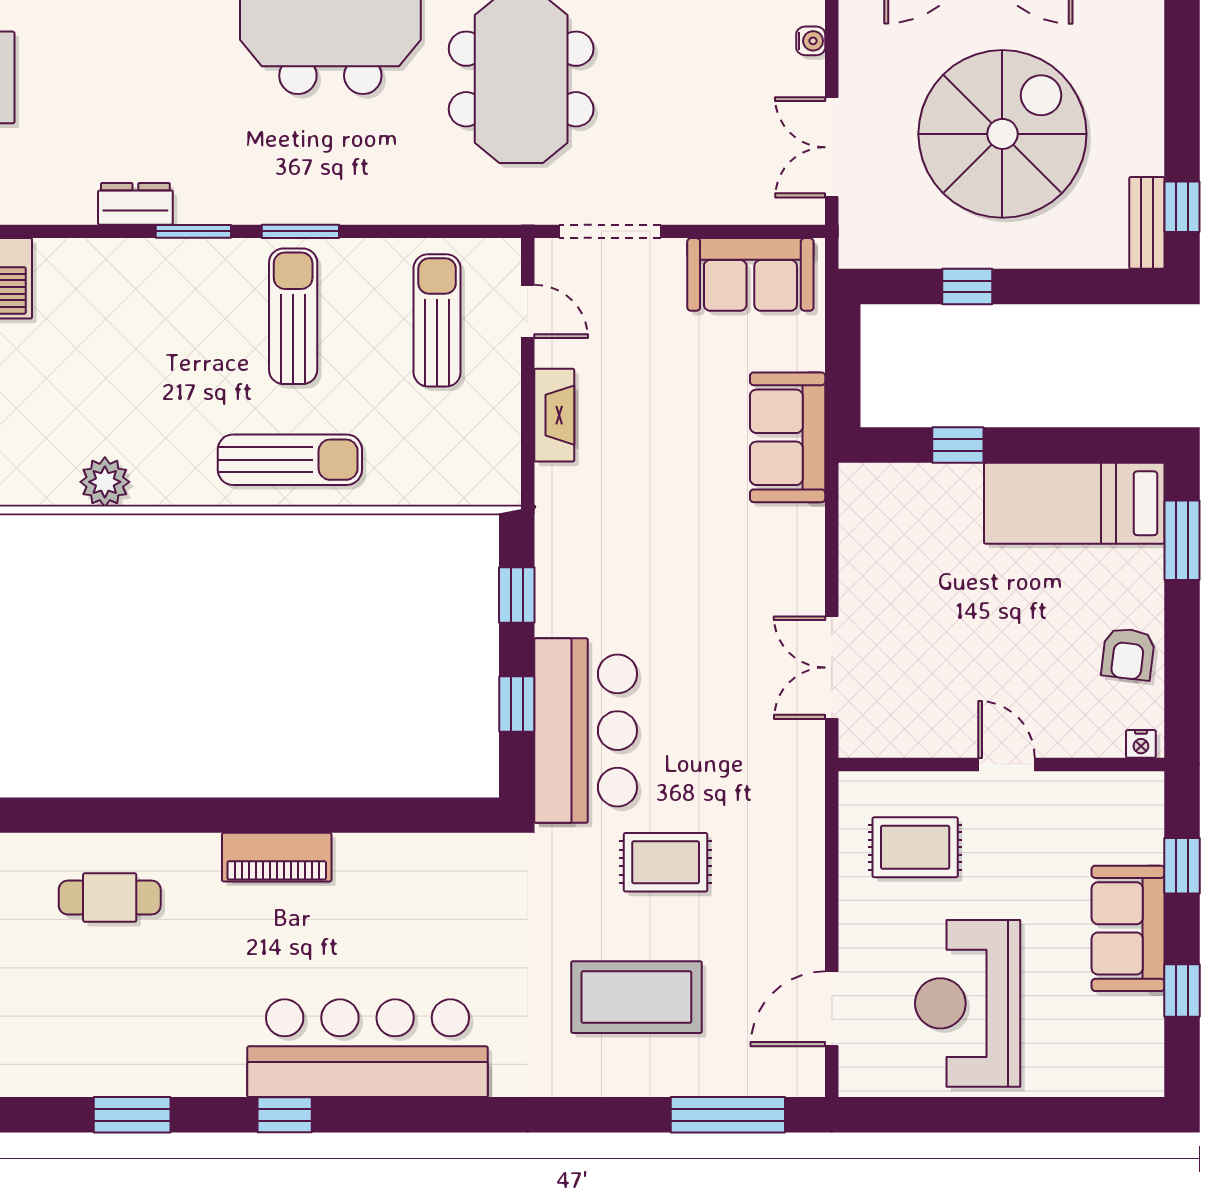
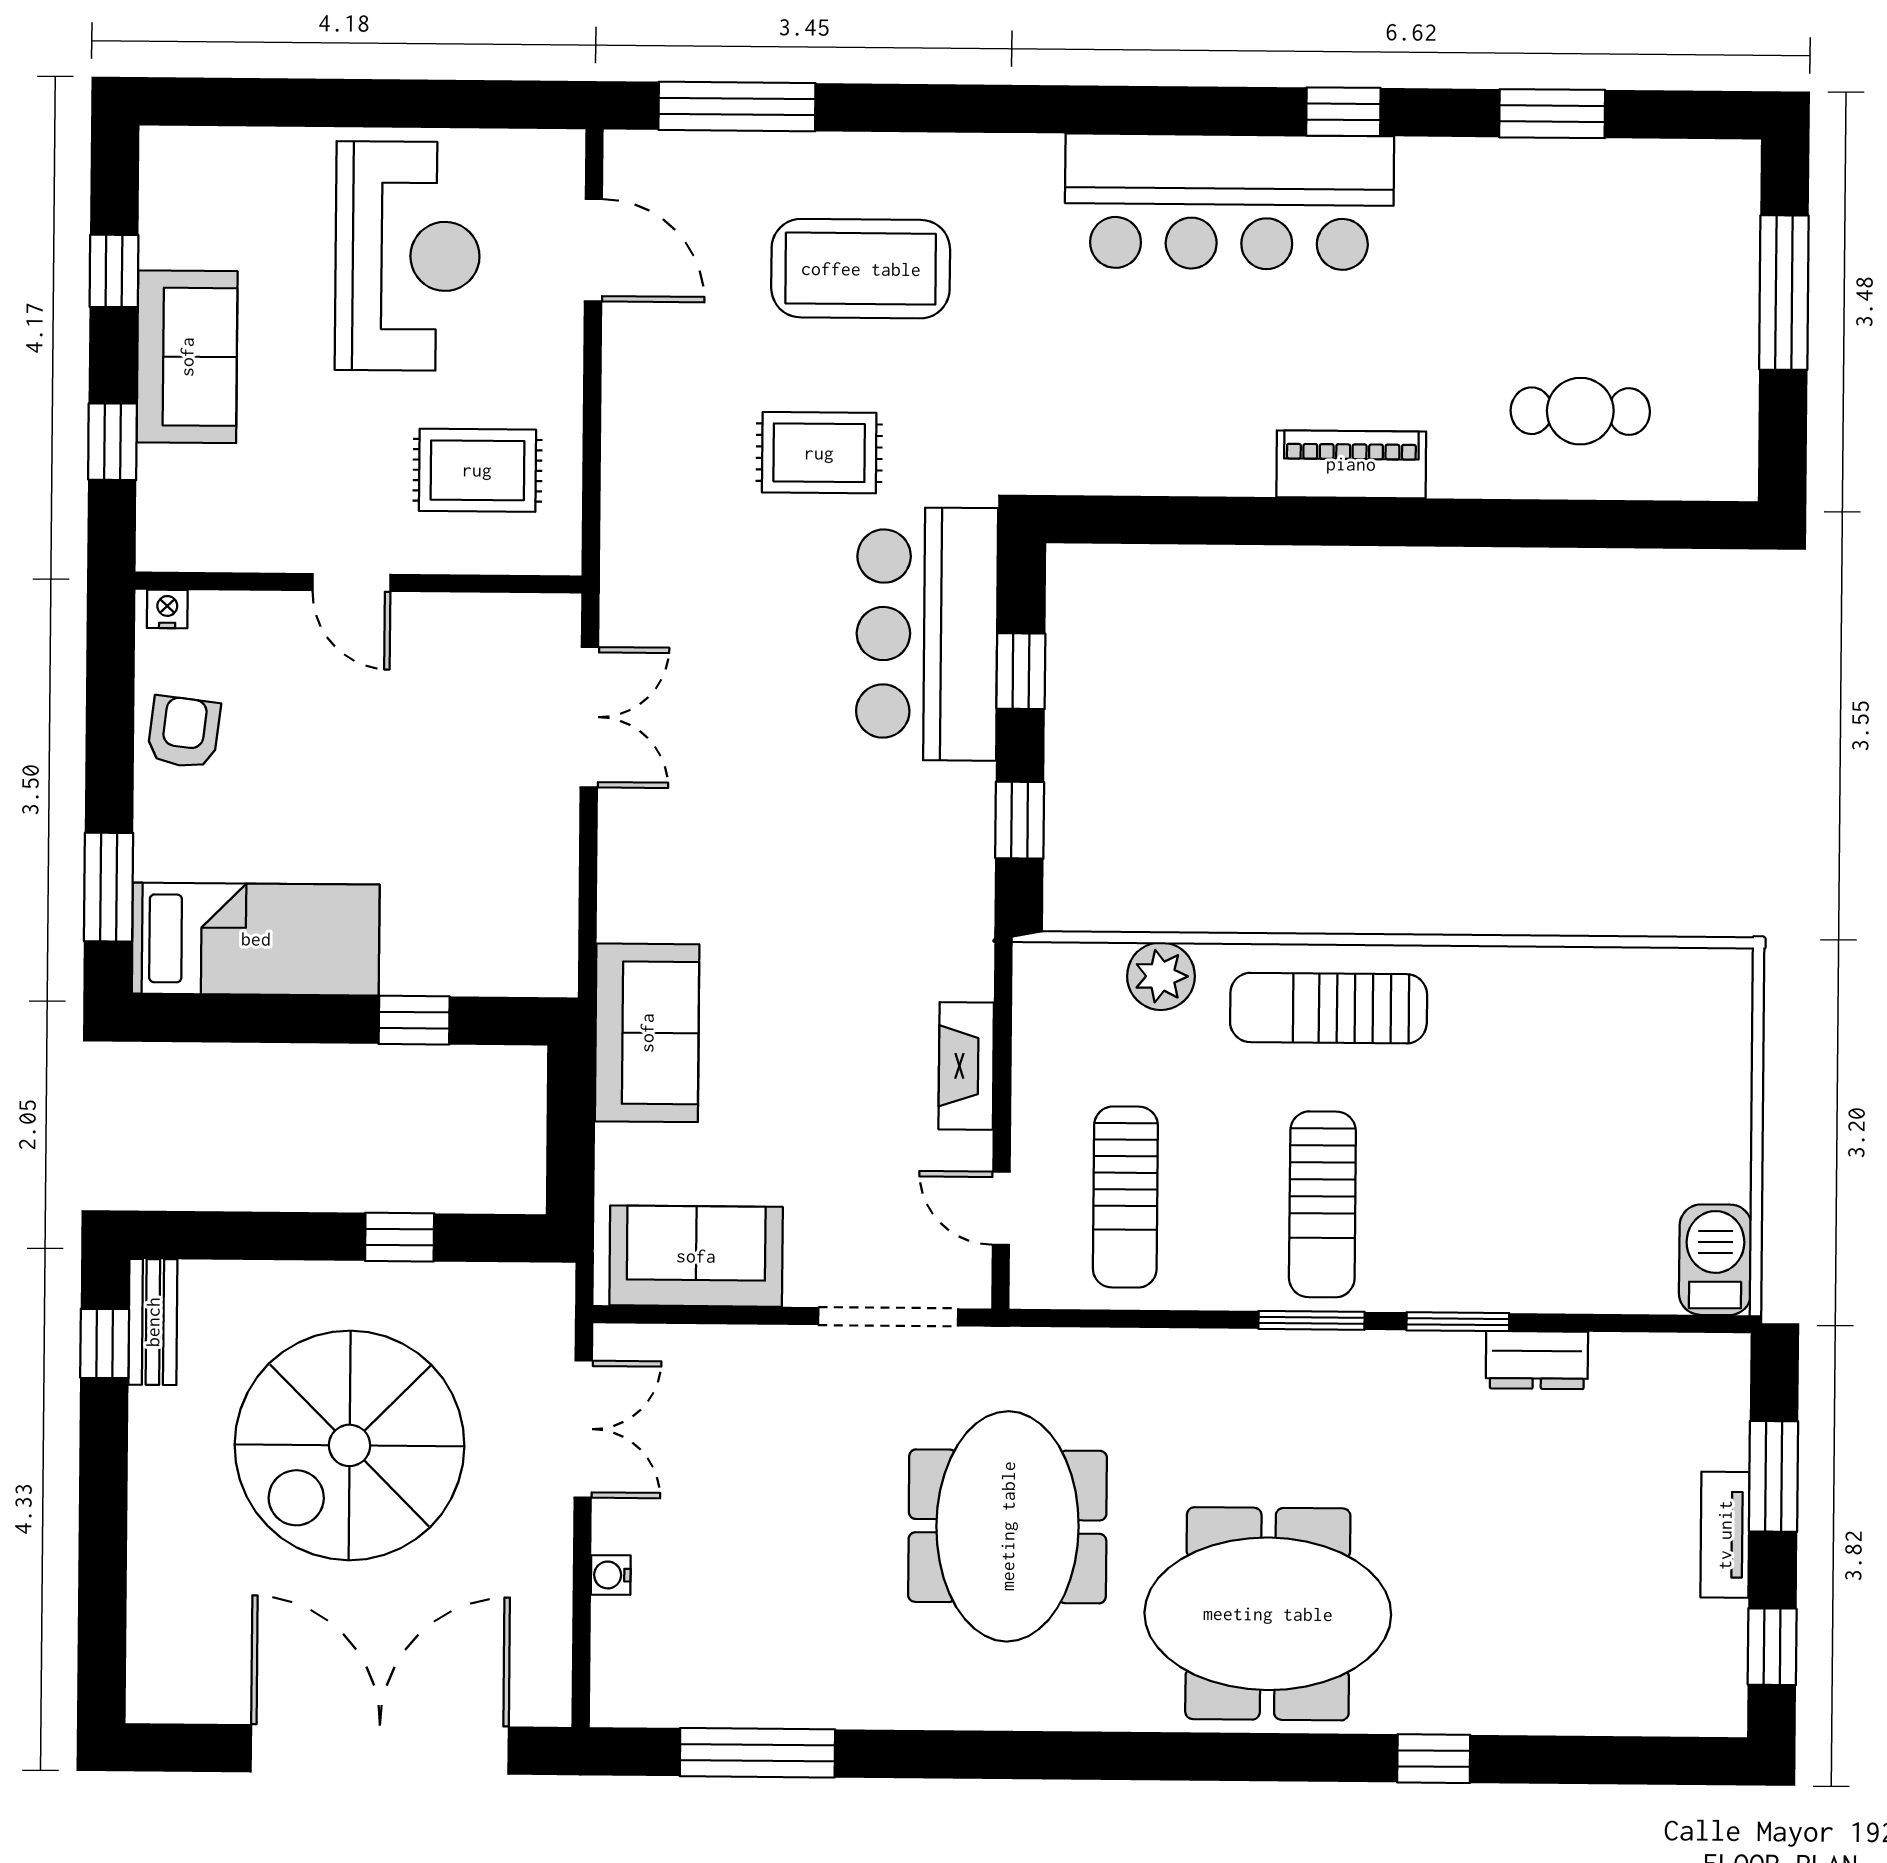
plant: (105, 482) -> (1161, 976), moved
door: (832, 1009) -> (593, 250), hinge flipped

